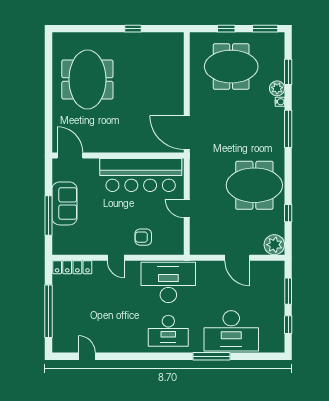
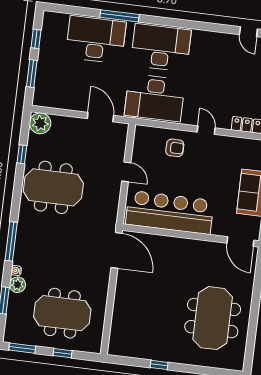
door: (237, 258) -> (100, 117), moved
desk: (168, 331) -> (161, 48), width x1.36, depth x1.30

